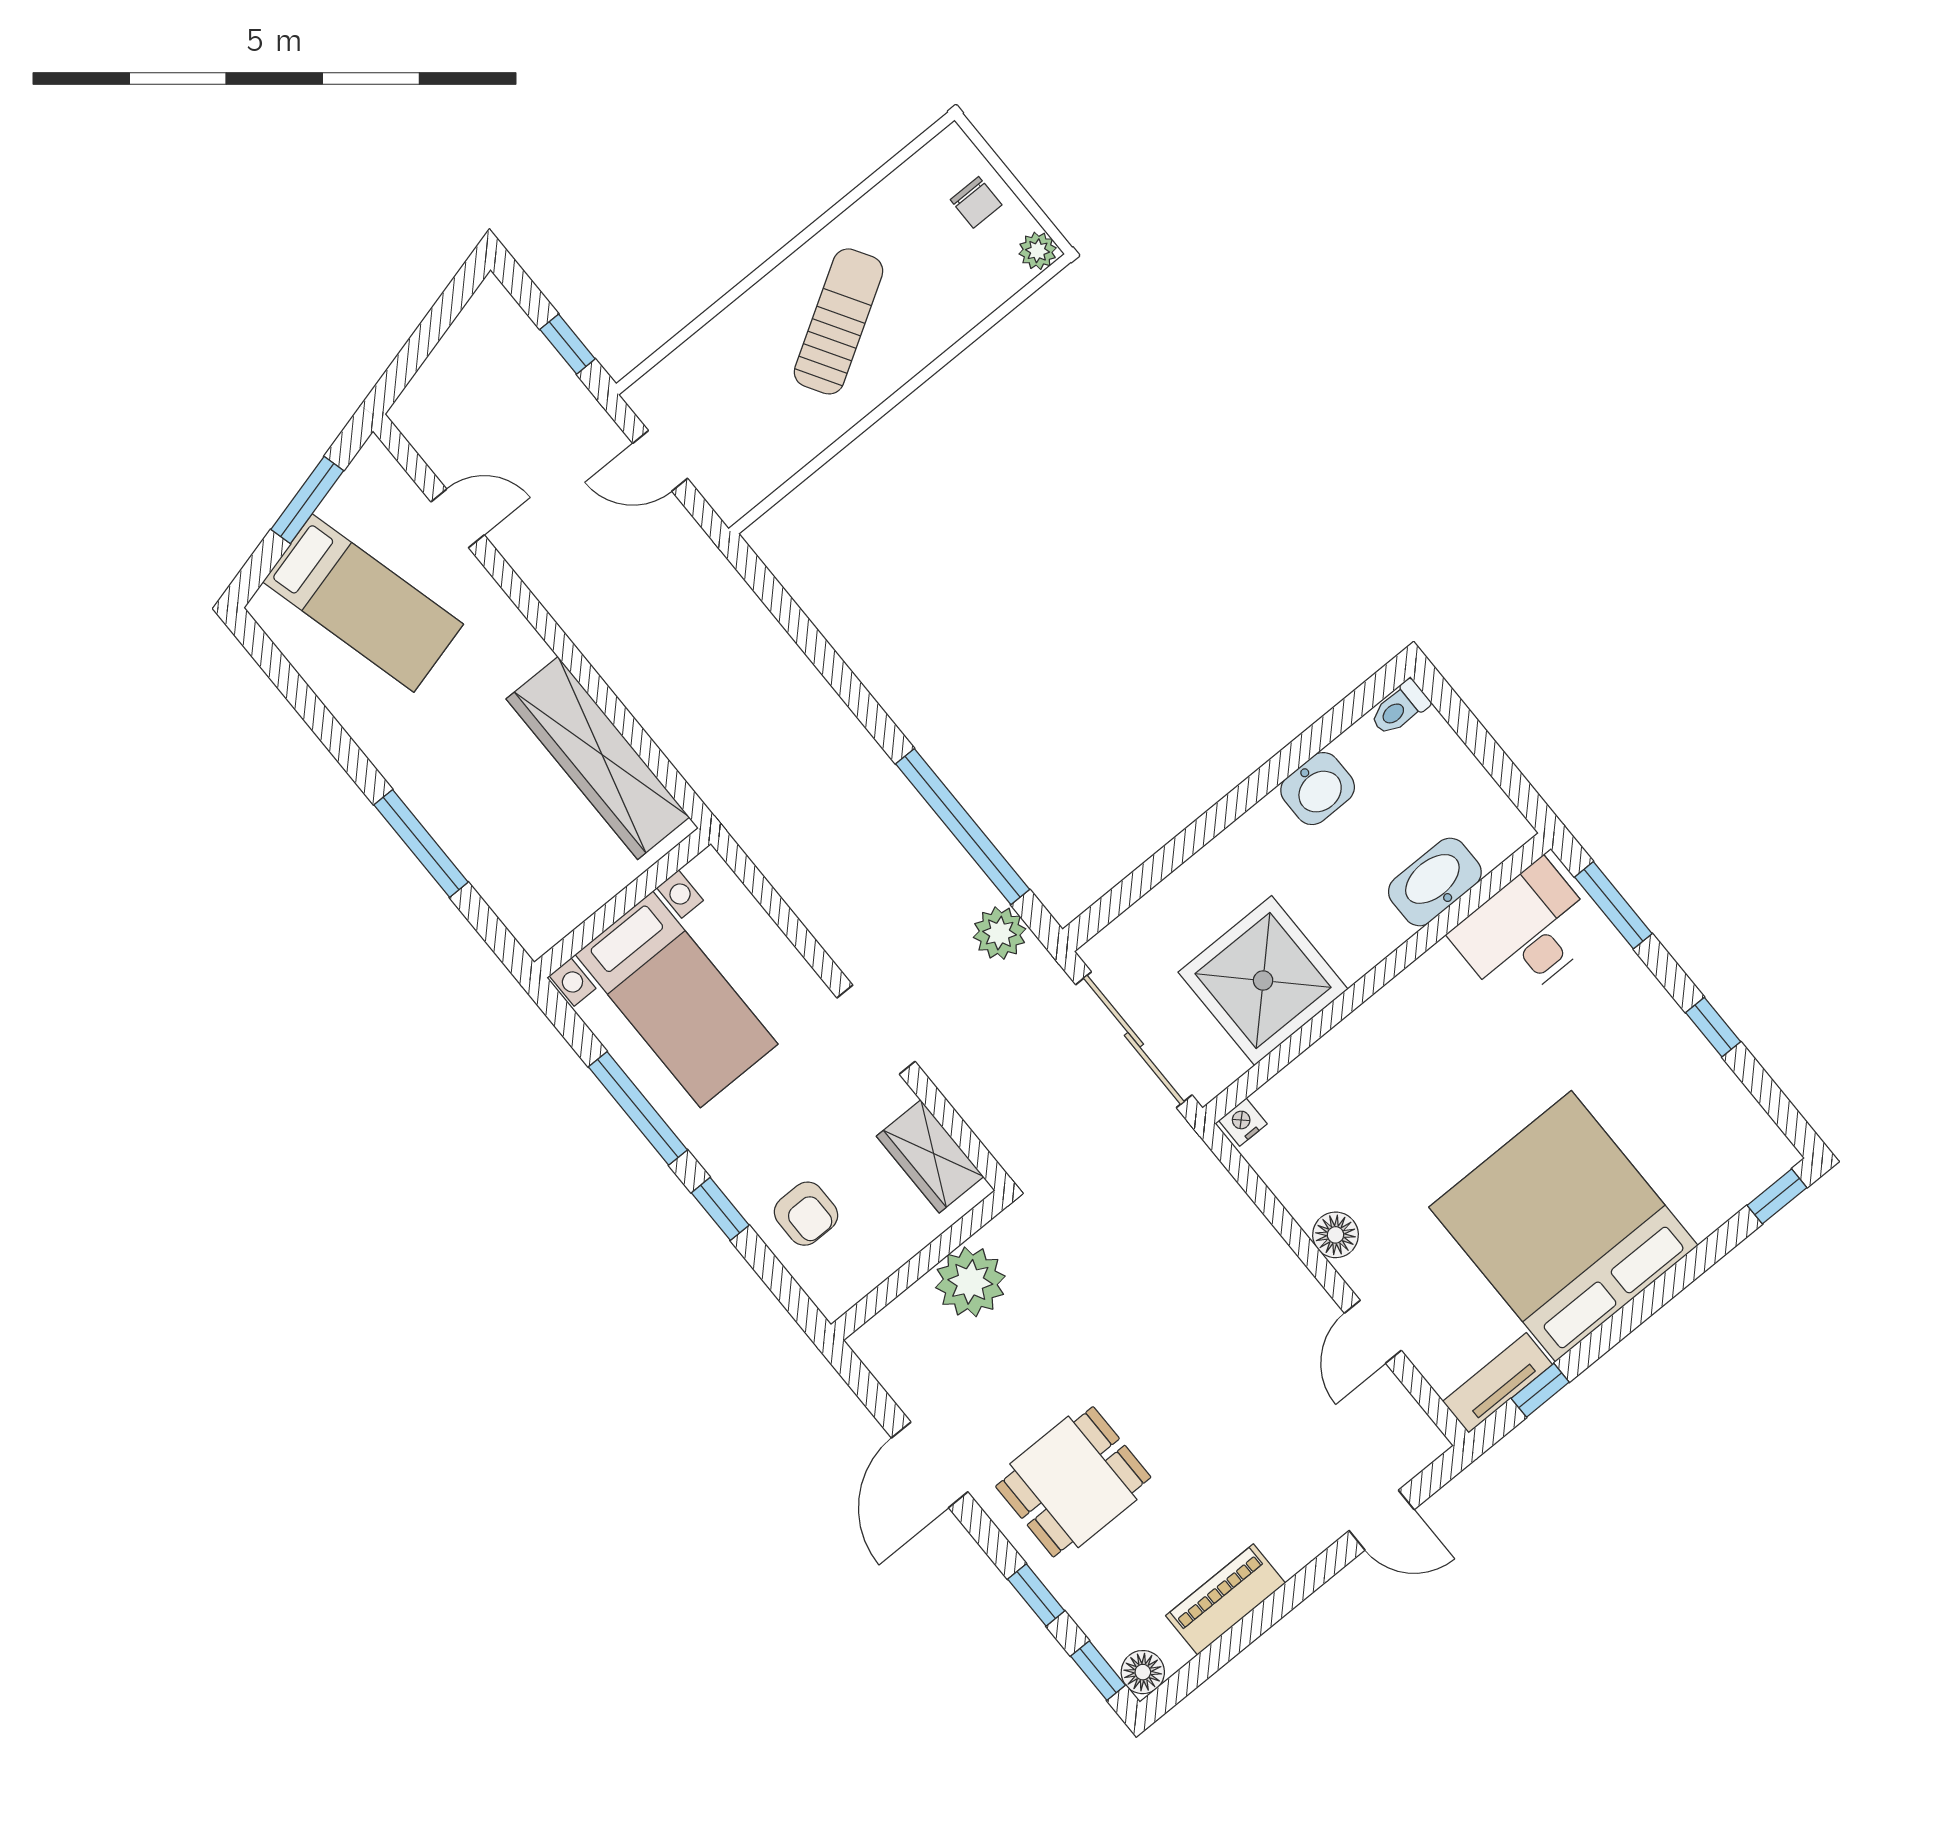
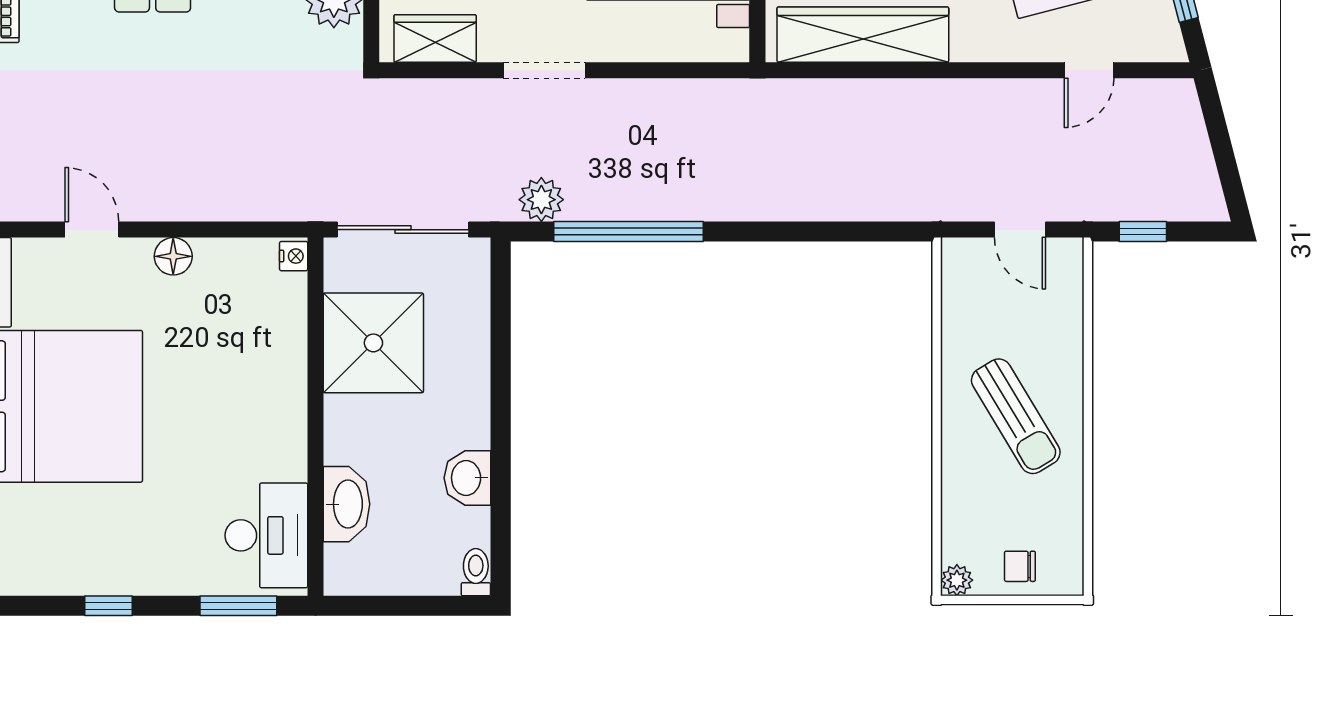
door: (660, 461) -> (1020, 230), swing flipped

